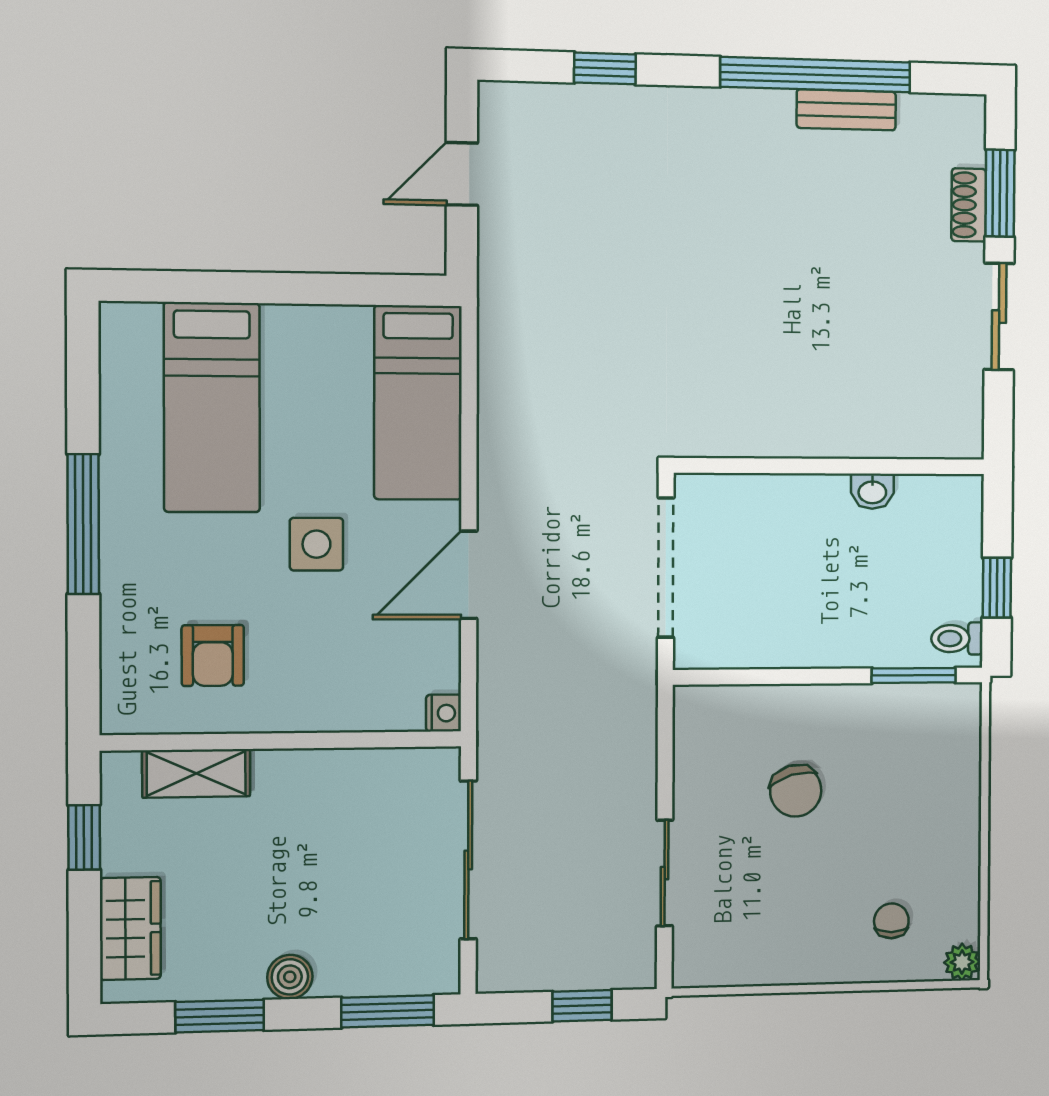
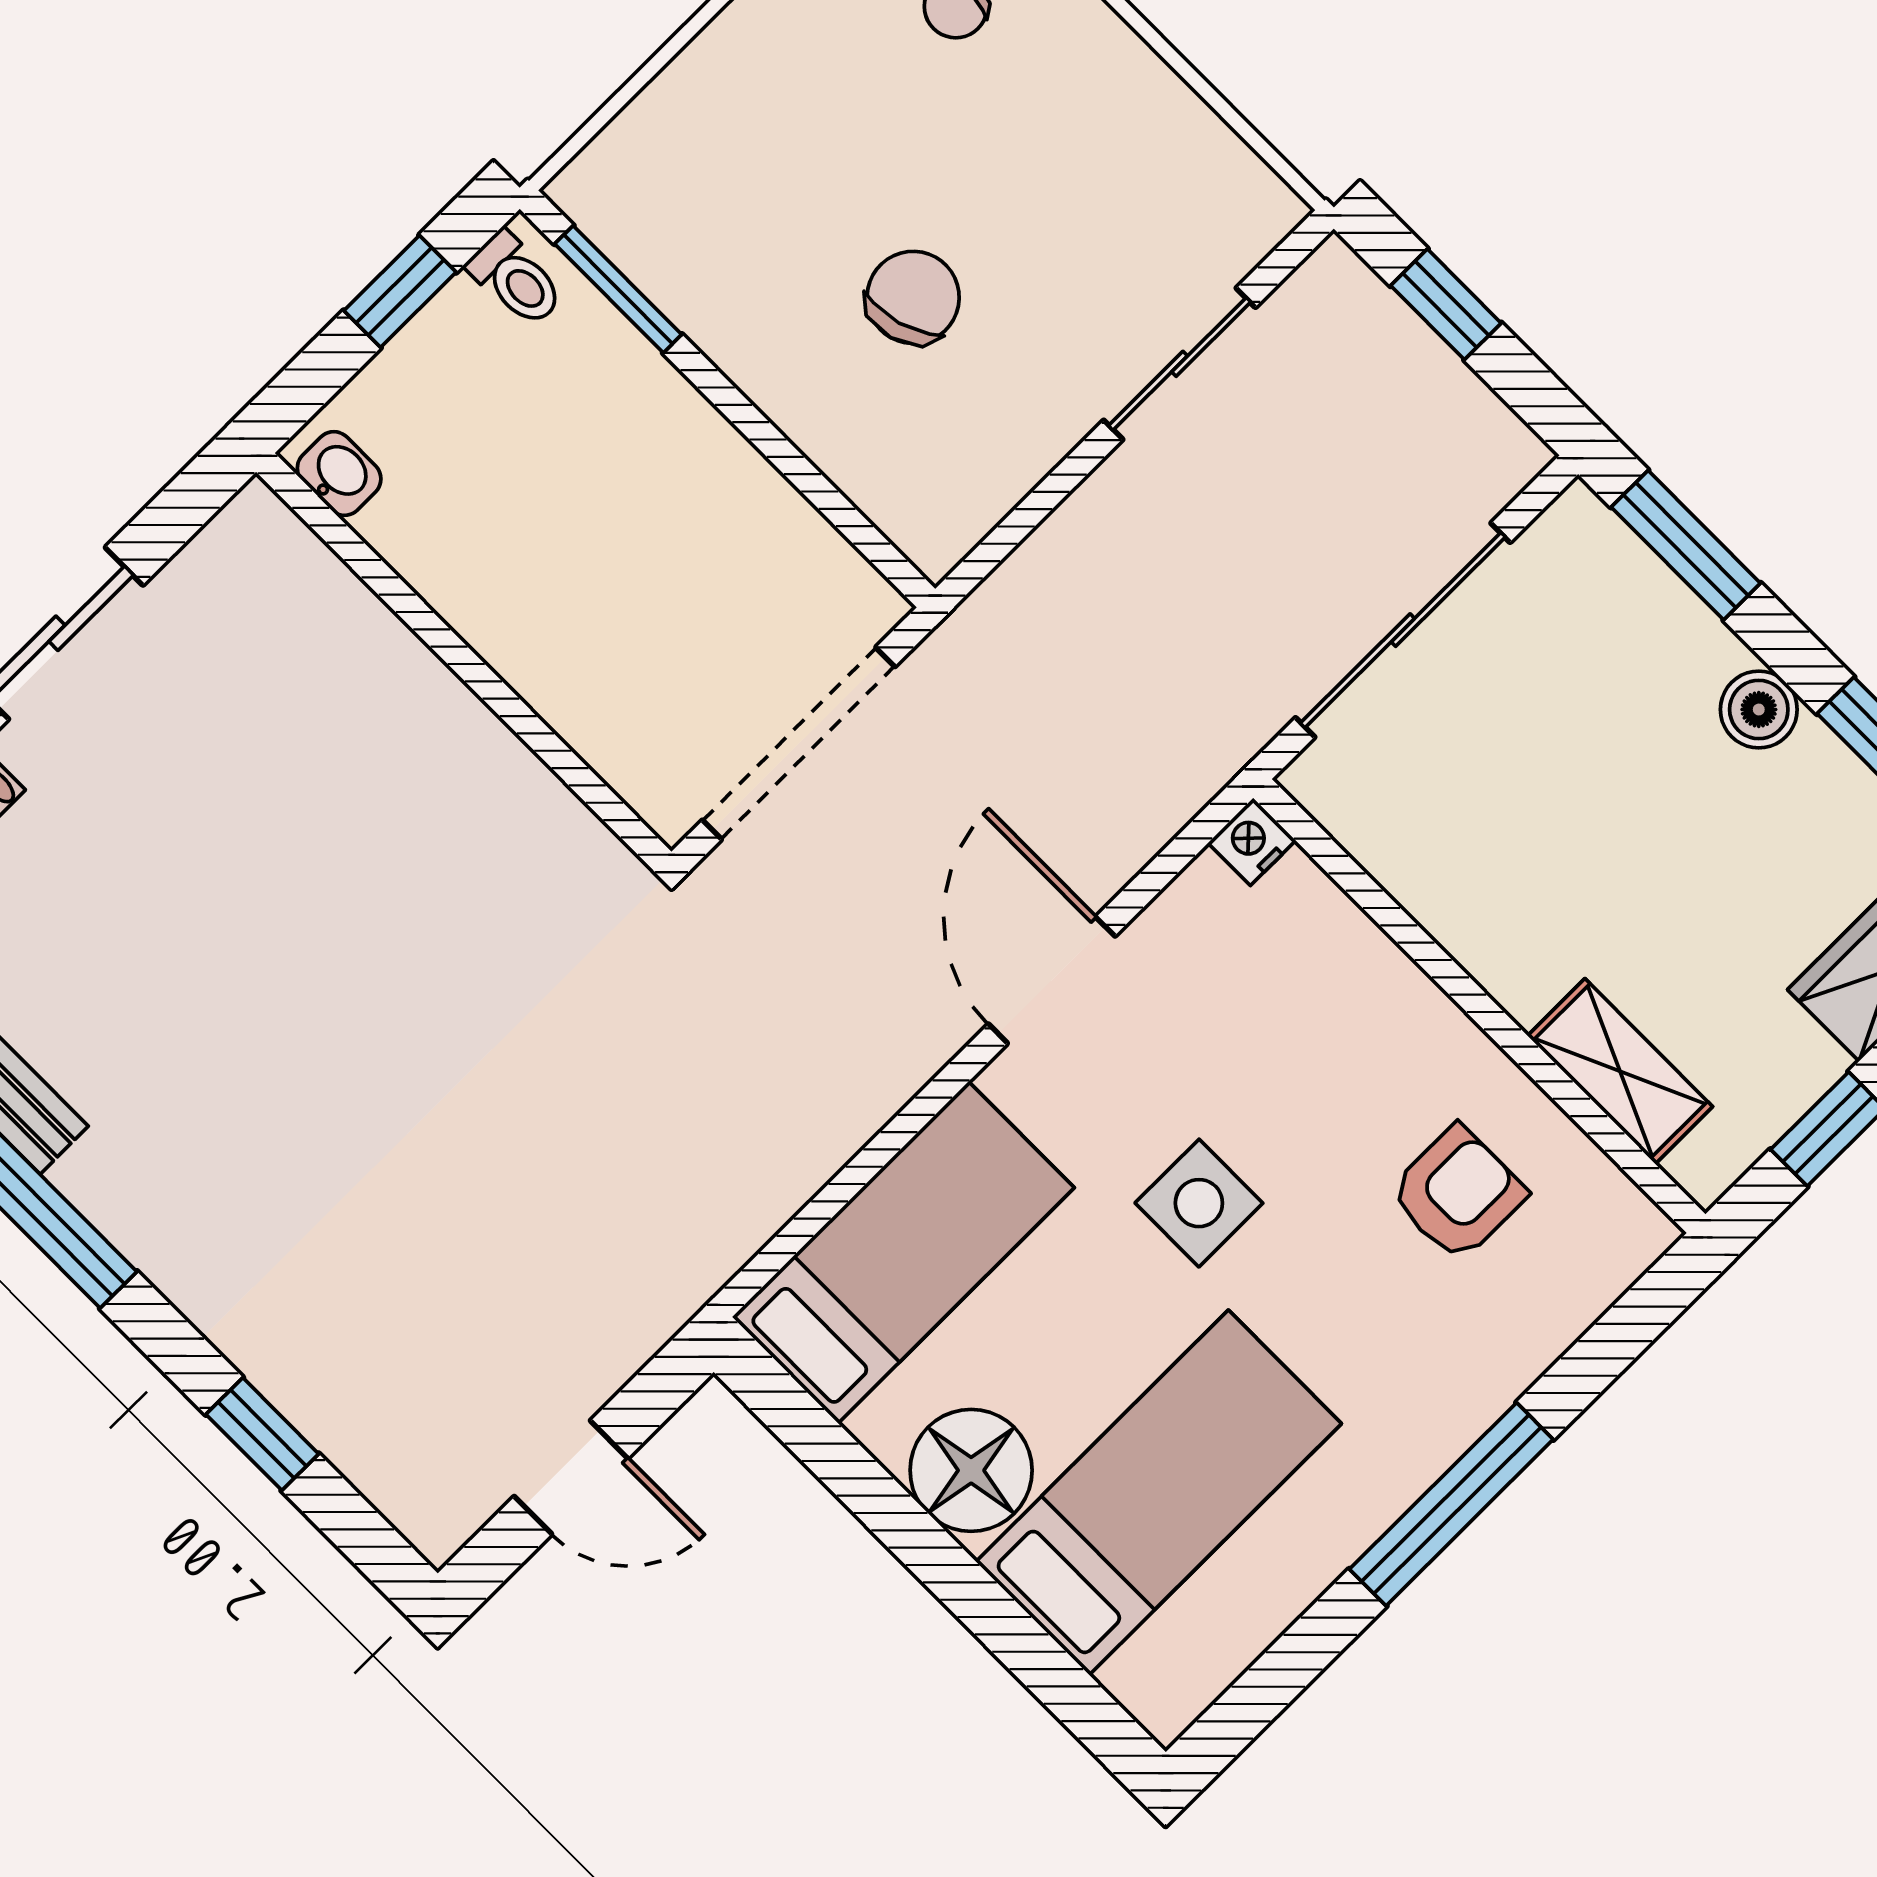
floor lamp: (300, 339) -> (971, 1470), added
washbasin: (872, 491) -> (339, 474), moved
door: (469, 575) -> (1052, 980), swing flipped

